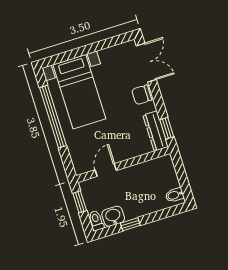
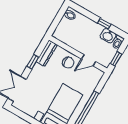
chair: (142, 95) -> (68, 63), moved
window: (167, 128) -> (33, 62), moved

